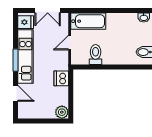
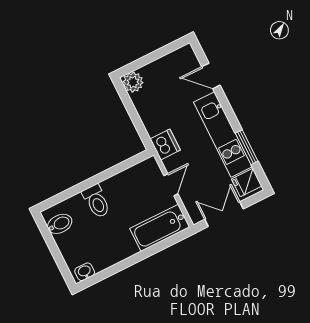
toilet: (96, 55) -> (96, 201), moved
window: (16, 60) -> (247, 147), moved
dishwasher: (61, 78) -> (165, 144), moved

